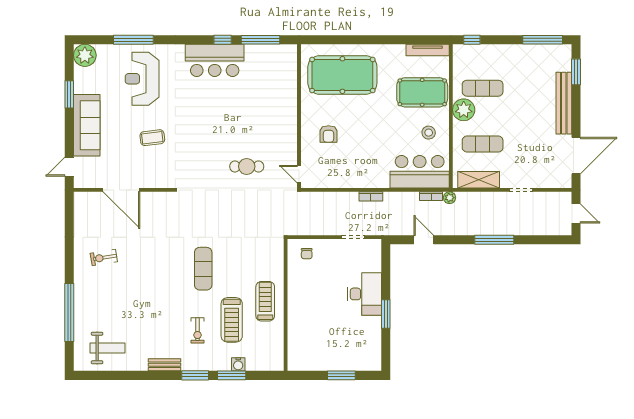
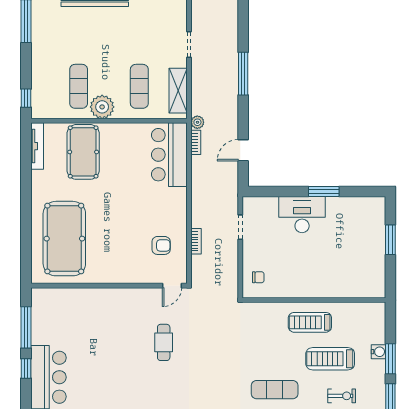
stool: (429, 133) -> (127, 145), removed
armchair: (329, 134) -> (161, 245), moved
bookcase: (371, 196) -> (196, 241), moved
treadmill: (232, 320) -> (330, 359), turned 180

